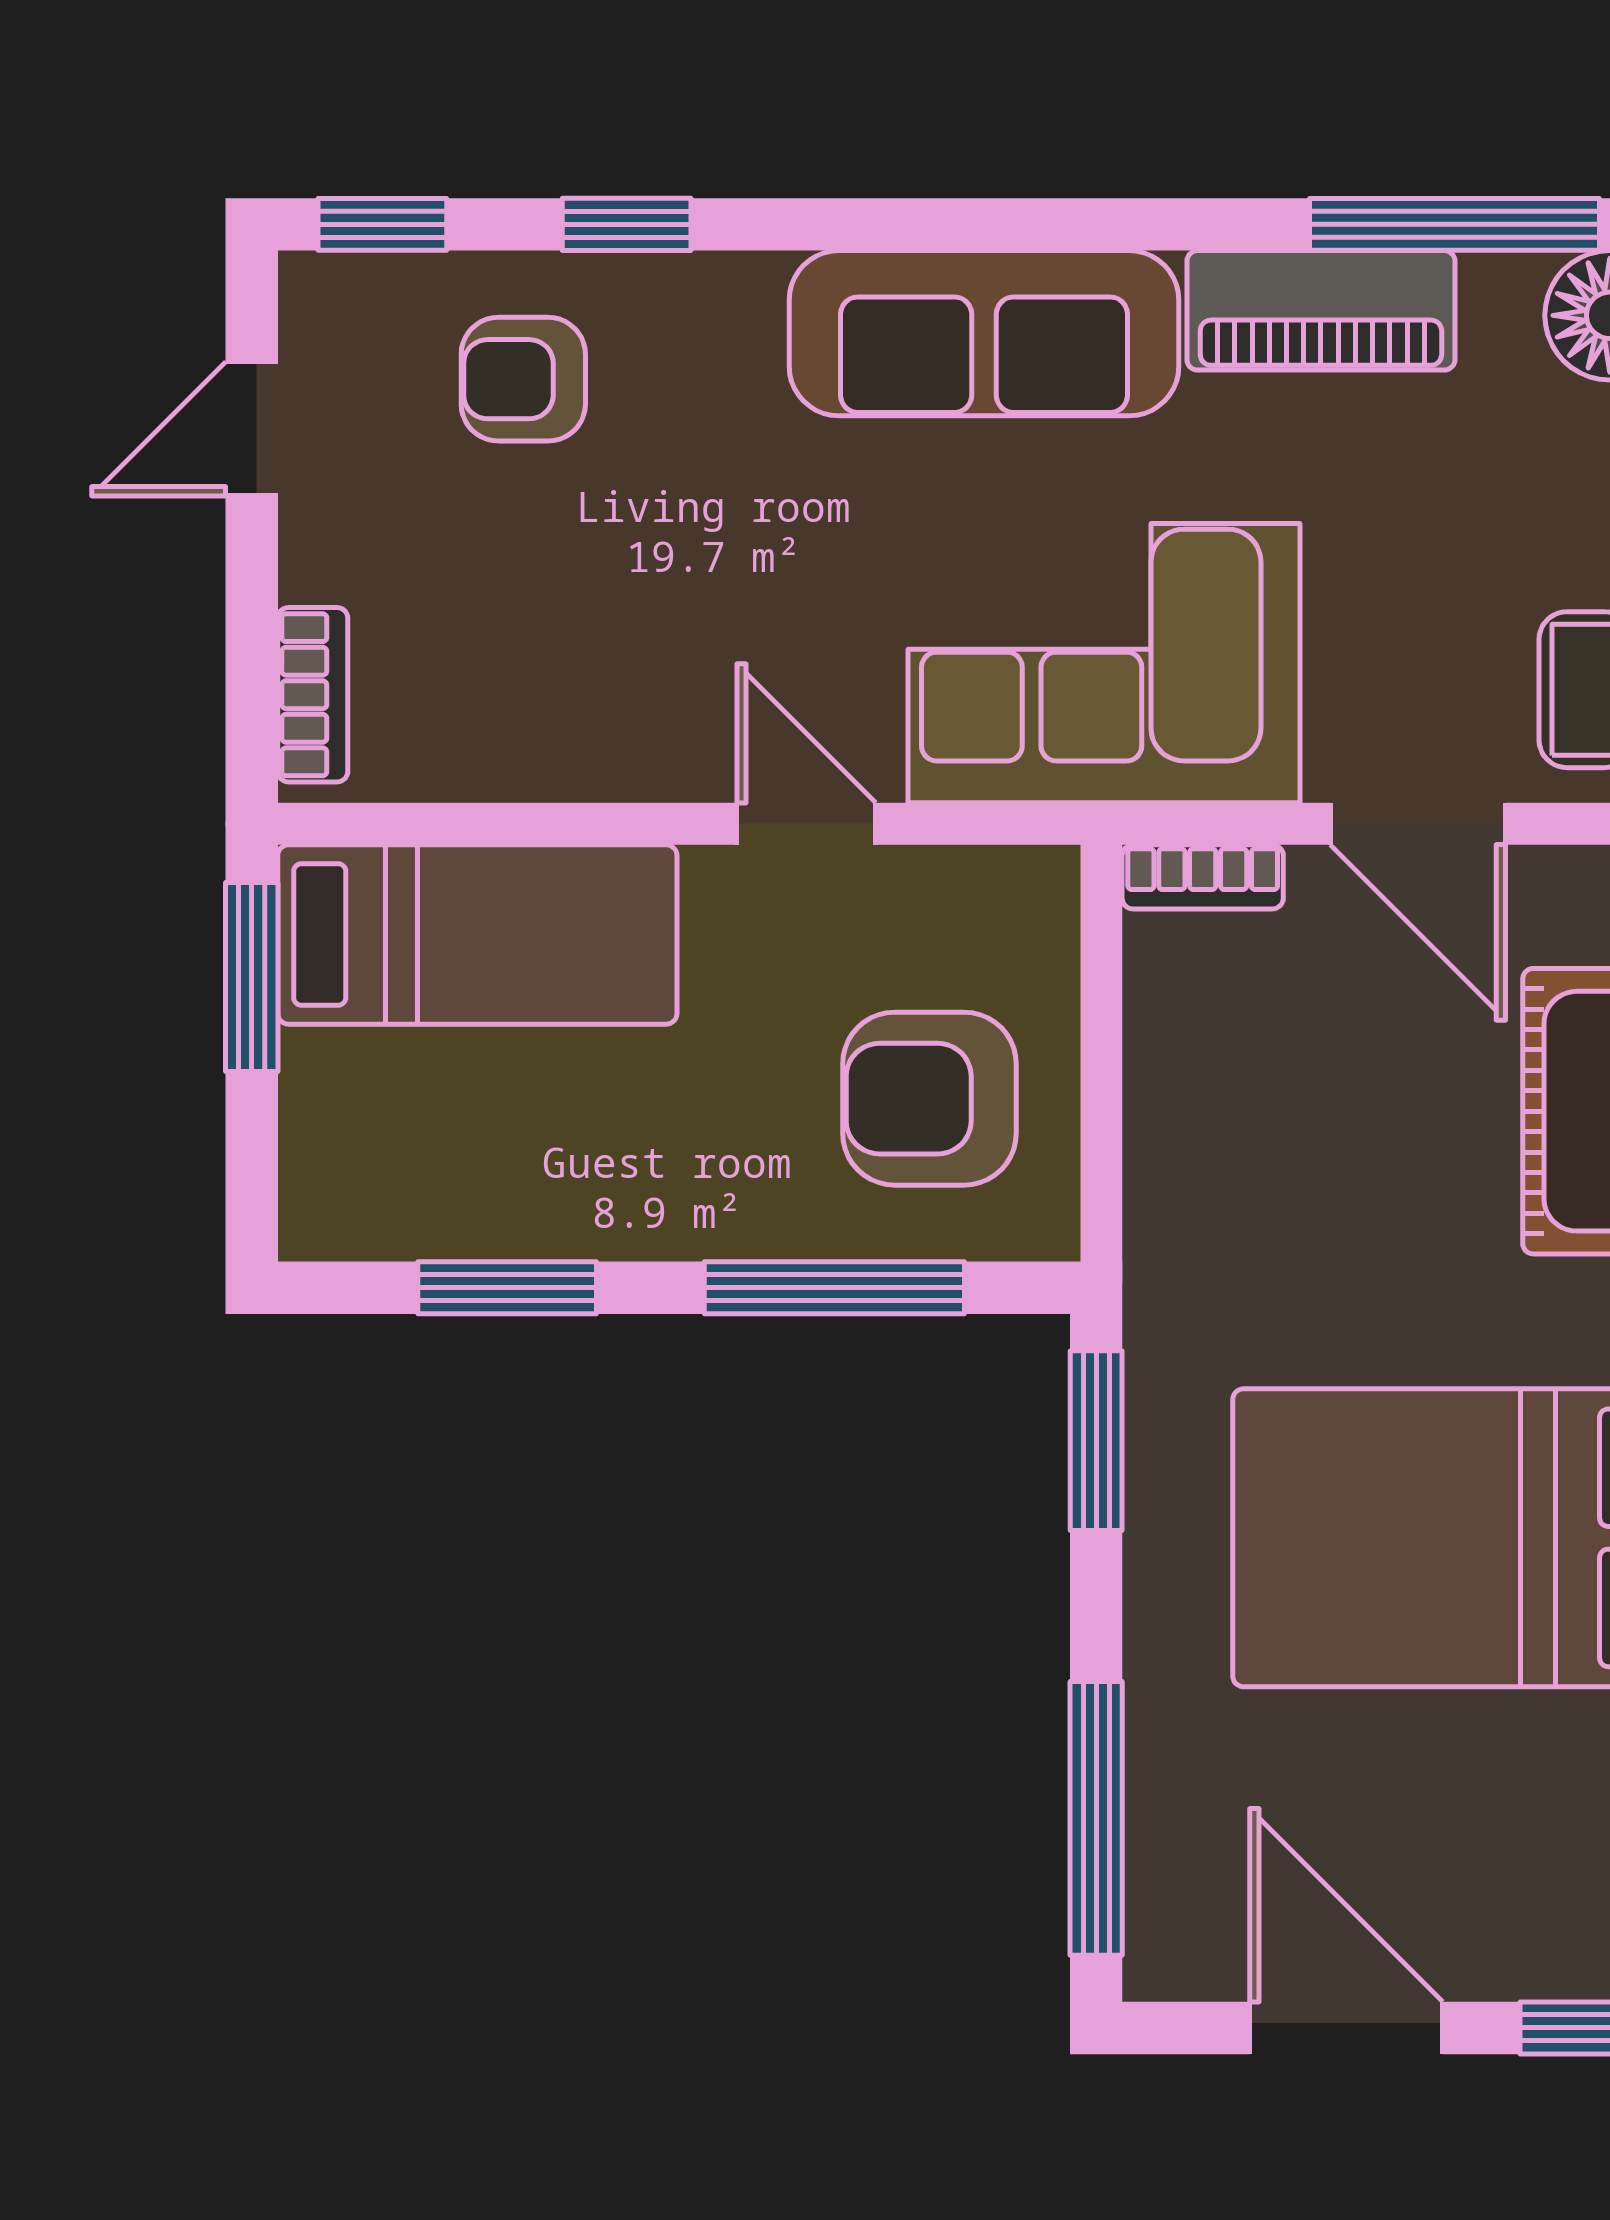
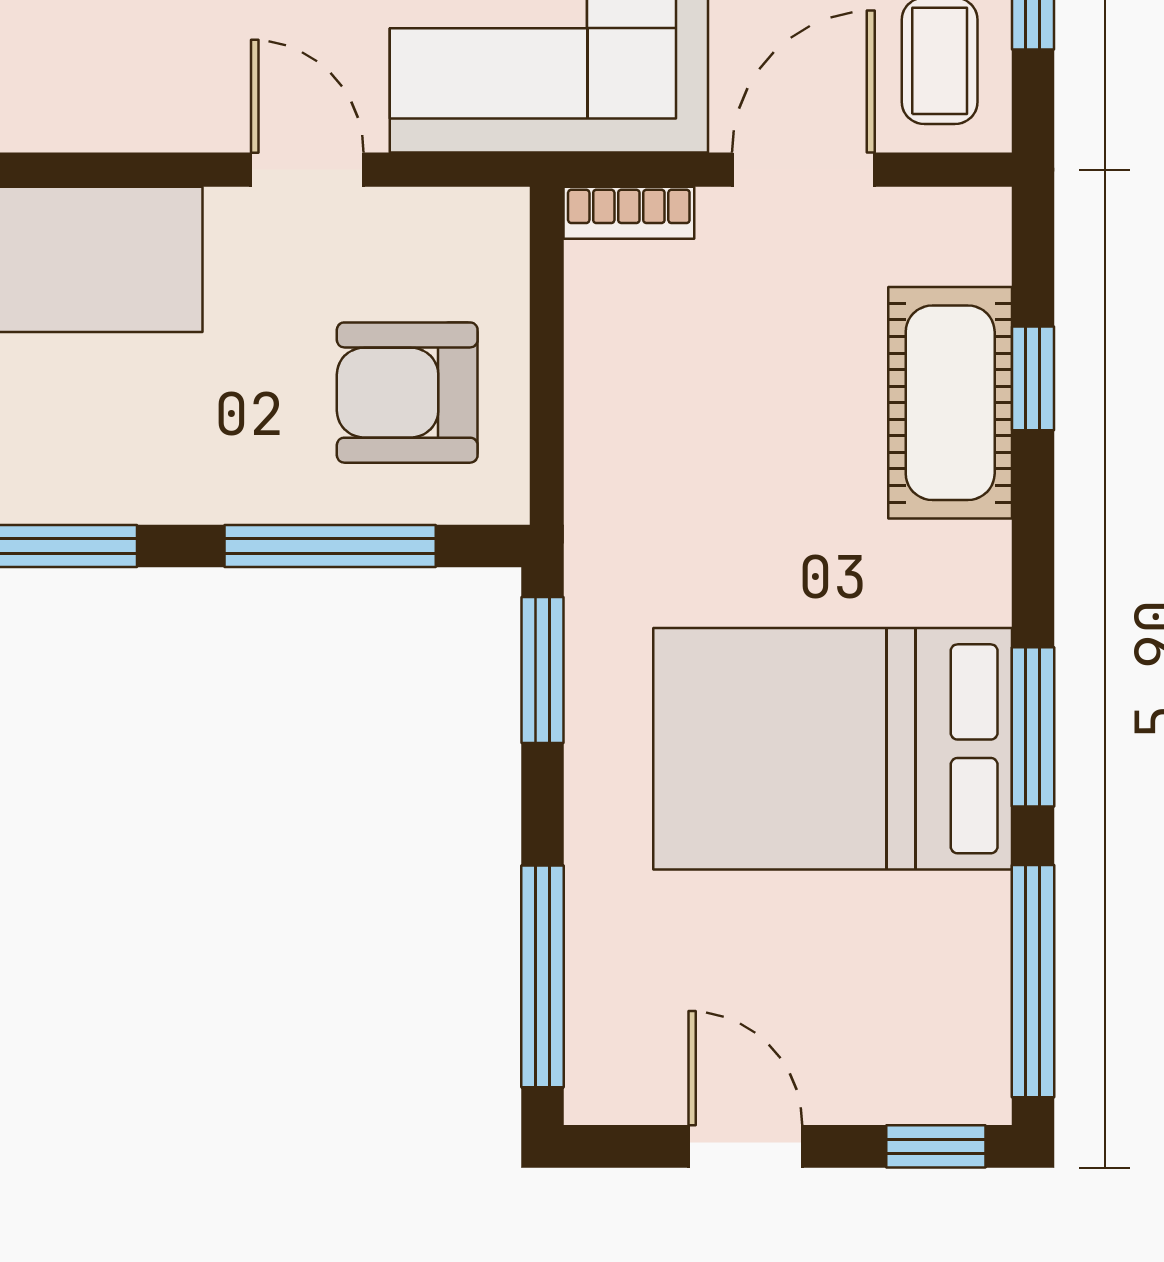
door: (1418, 824) -> (803, 170), swing flipped
door: (1346, 2028) -> (745, 1146), width x0.73

